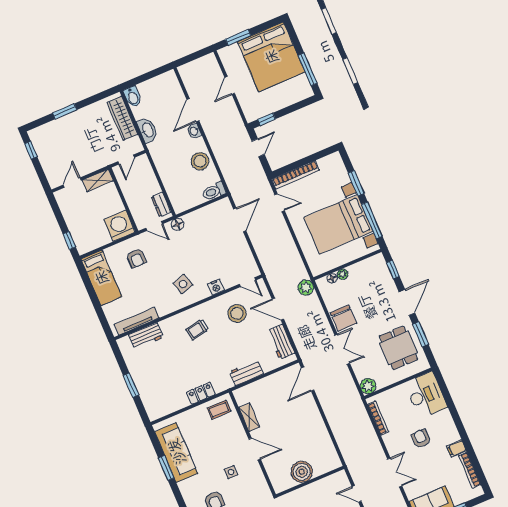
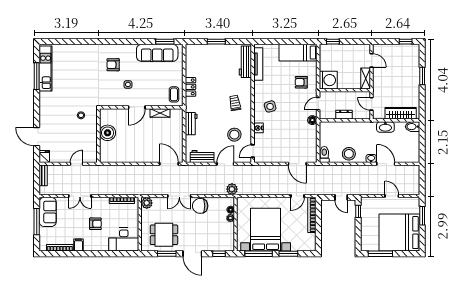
dresser: (161, 205) -> (344, 115), moved
workbench: (146, 336) -> (245, 62), width x1.38
window: (166, 468) -> (165, 42), moved

